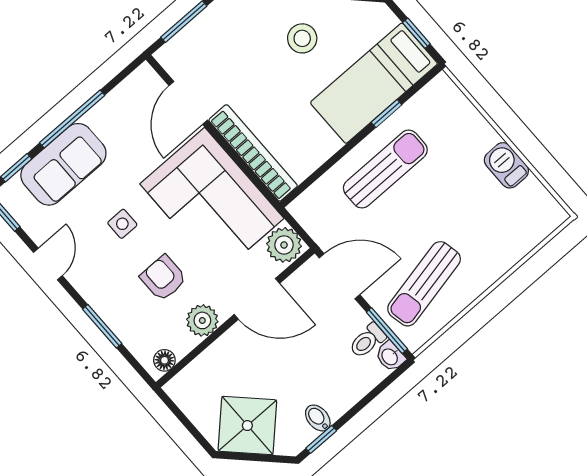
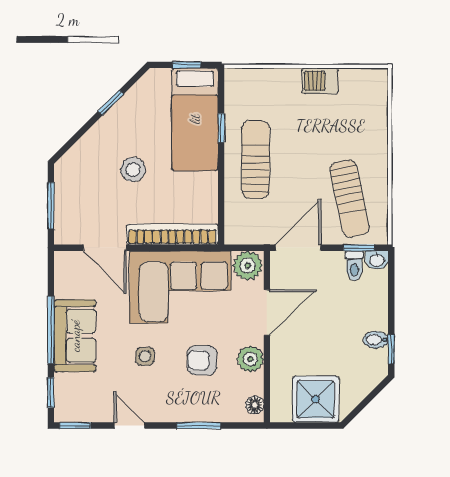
stool: (302, 38) -> (133, 169), moved
sofa: (63, 164) -> (75, 336), moved
window: (387, 331) -> (359, 248), width x0.67
shower: (247, 426) -> (316, 399), moved, turned 45

